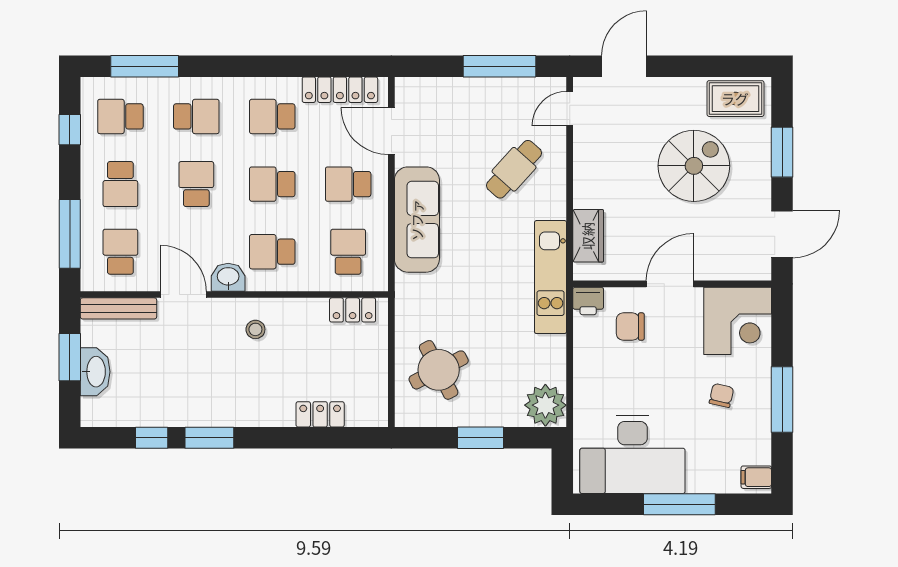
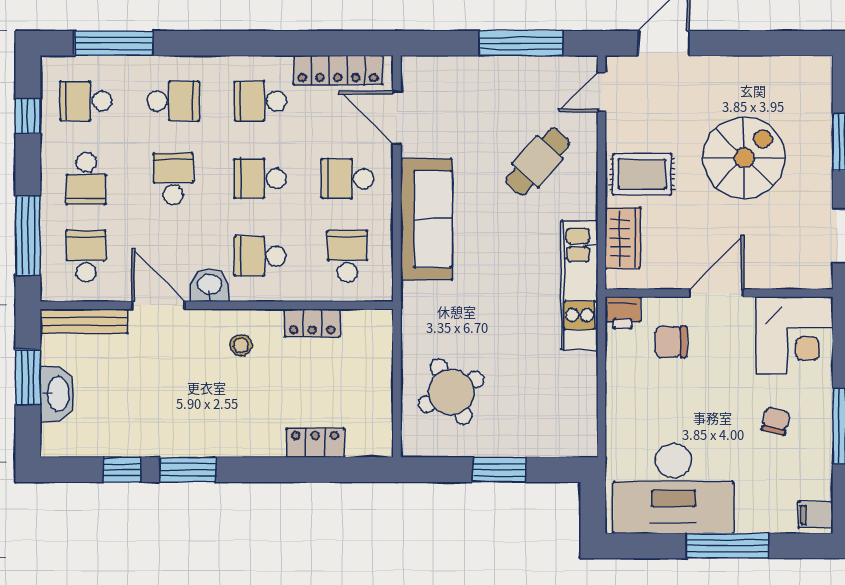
rug: (735, 99) -> (642, 174), moved
locker: (353, 310) -> (312, 323), moved
plant: (545, 405) -> (574, 432), removed

